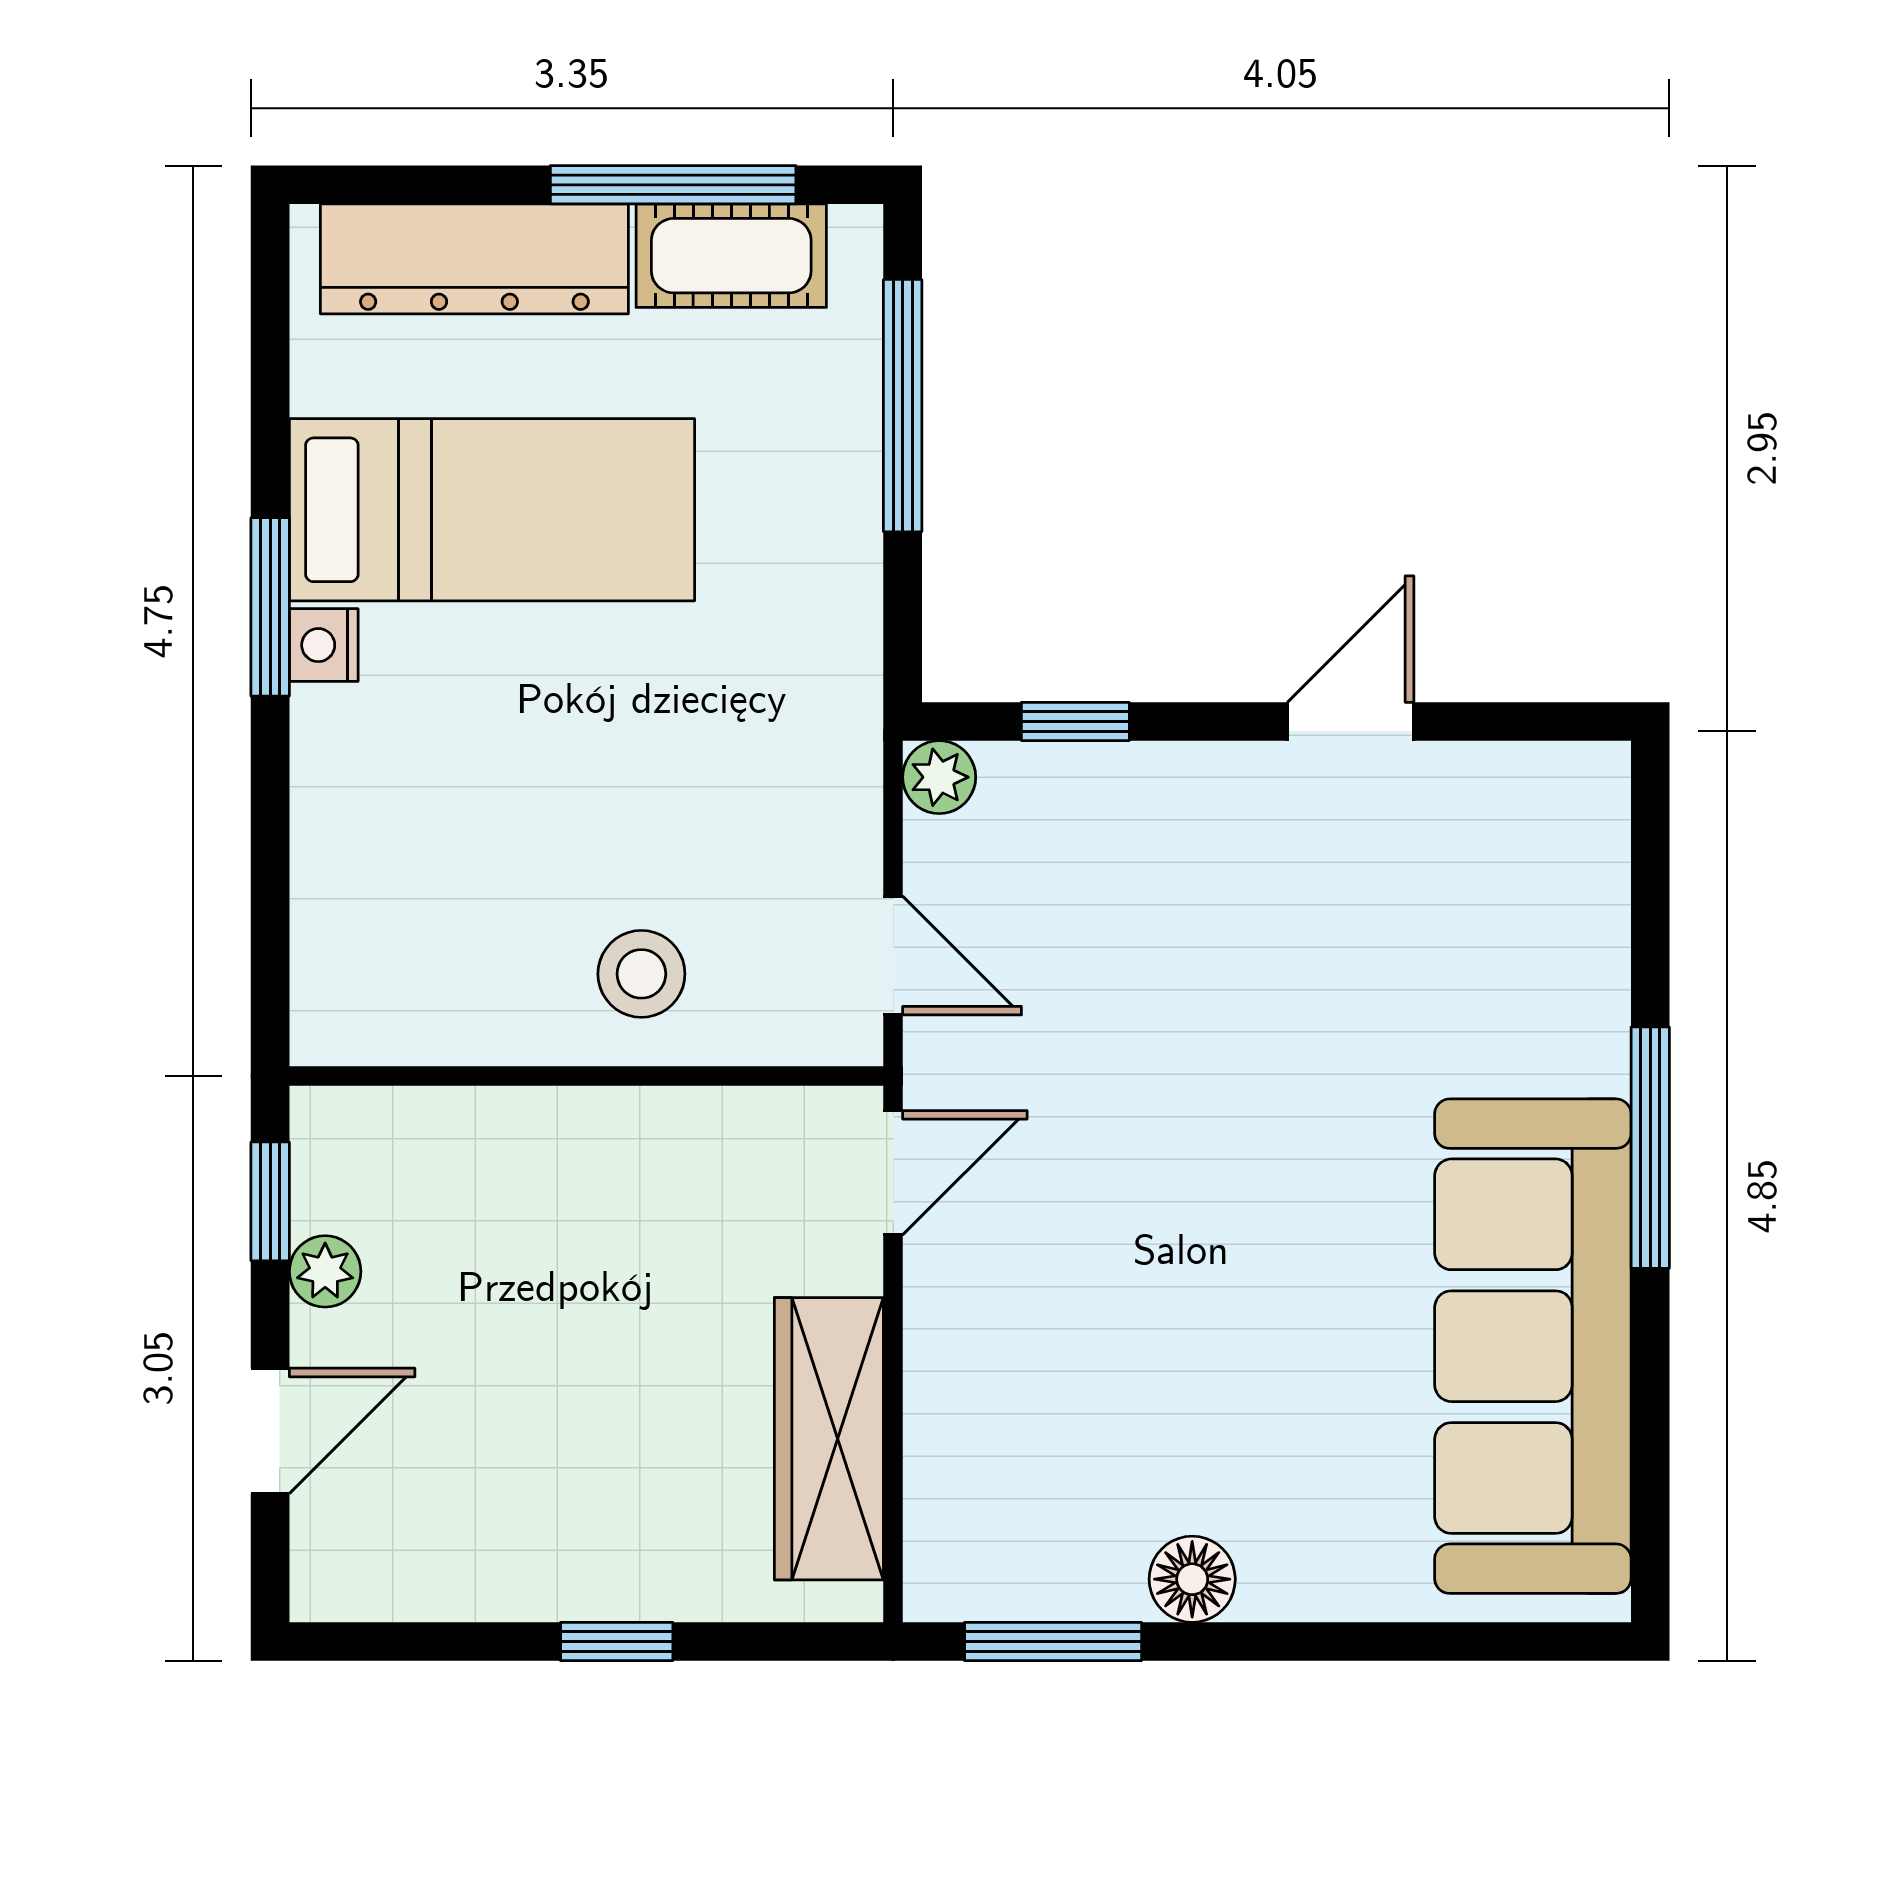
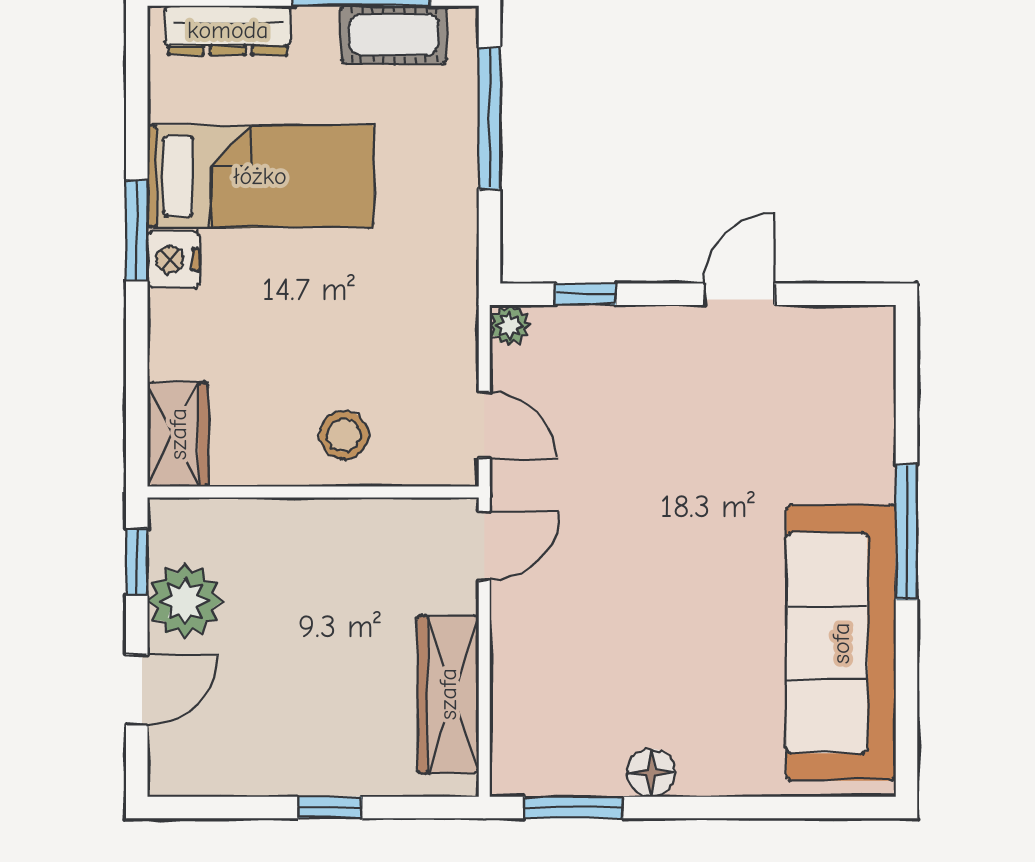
dresser: (474, 259) -> (228, 30), width x0.73, depth x0.80
nightstand: (324, 645) -> (173, 260), width x1.39, depth x1.35
wardrobe: (344, 973) -> (178, 434), added
plant: (325, 1271) -> (185, 601), width x1.88, depth x1.88

